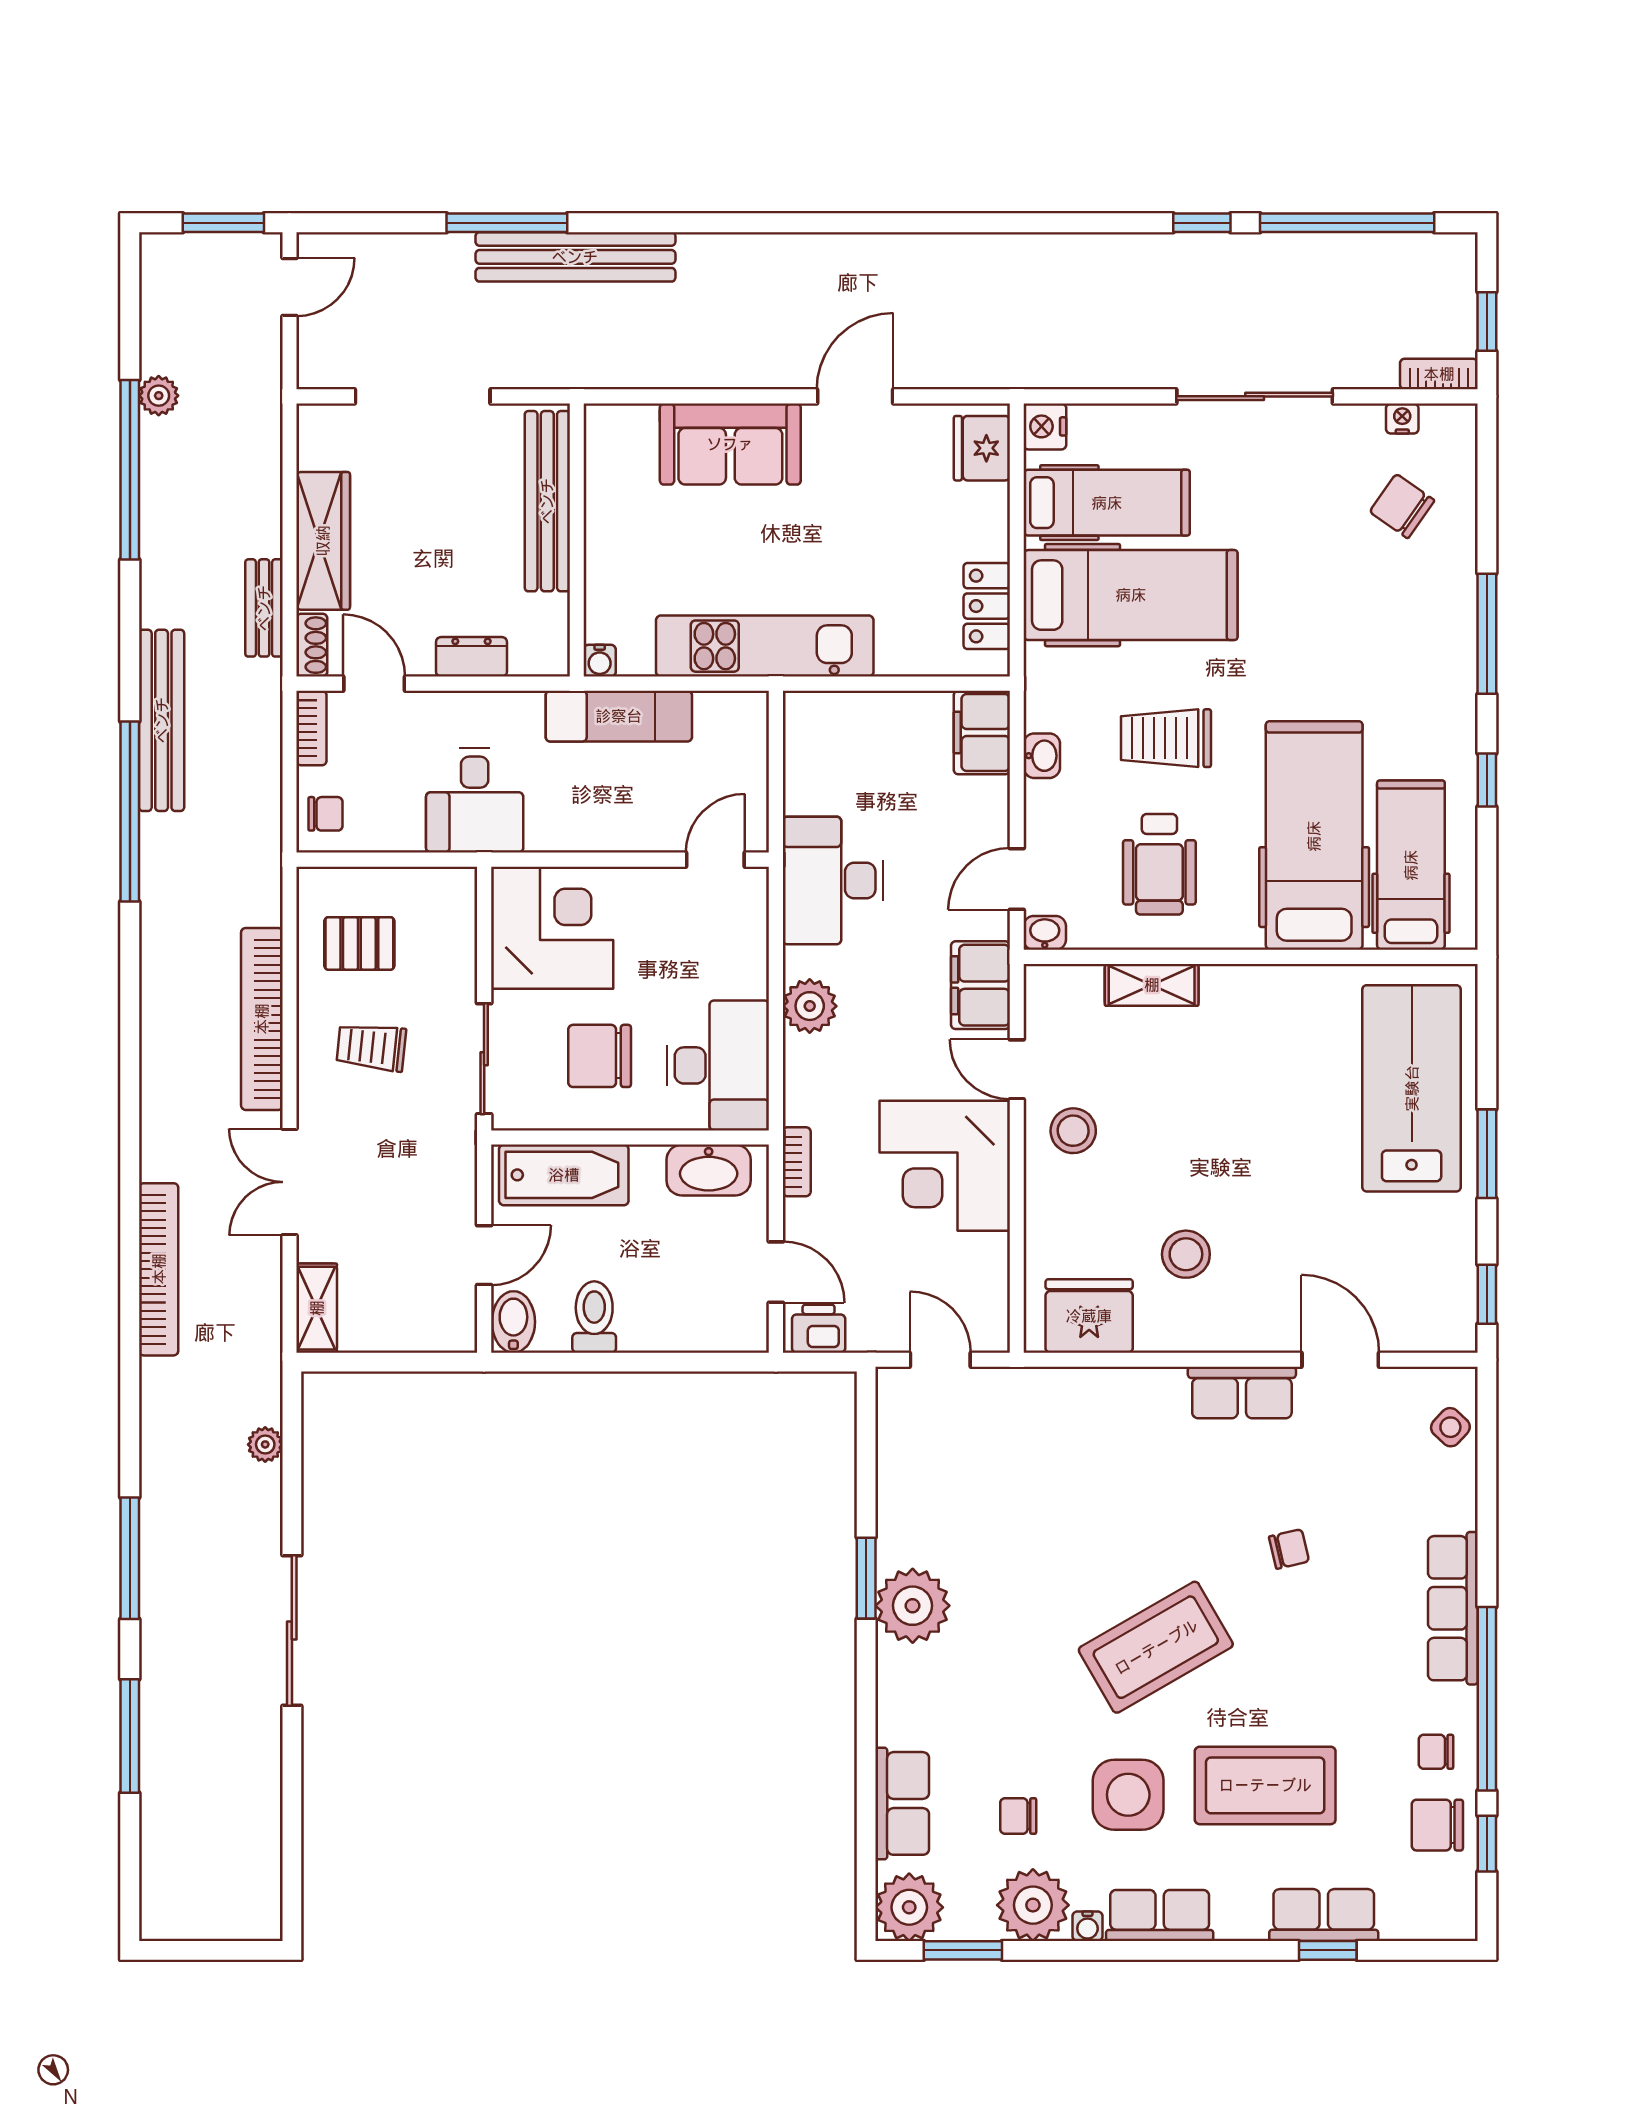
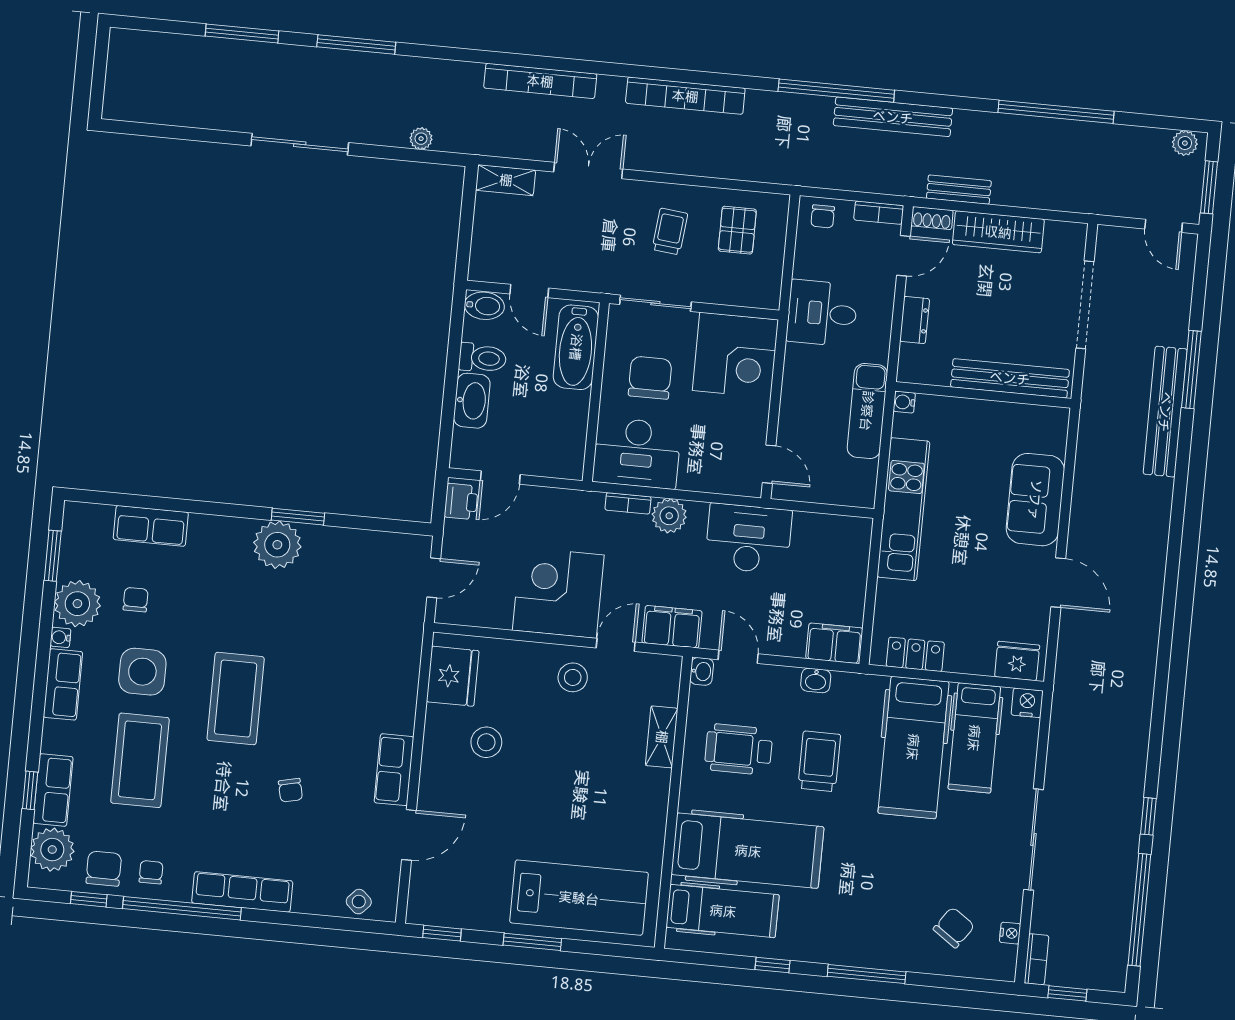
plant: (159, 396) -> (1185, 143), moved
bookcase: (262, 1019) -> (685, 96), moved, turned 180
bookcase: (797, 1162) -> (628, 503), moved
washbasin: (709, 1170) -> (472, 401), moved, turned 180
coffee table: (1156, 1647) -> (236, 699), turned 30
plant: (909, 1907) -> (52, 850), moved

